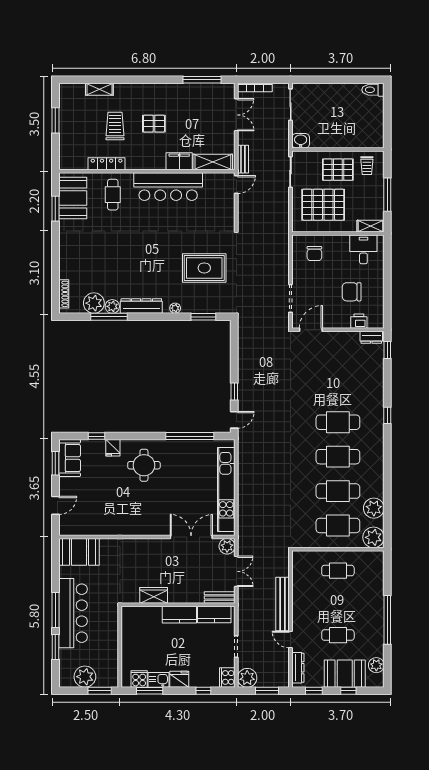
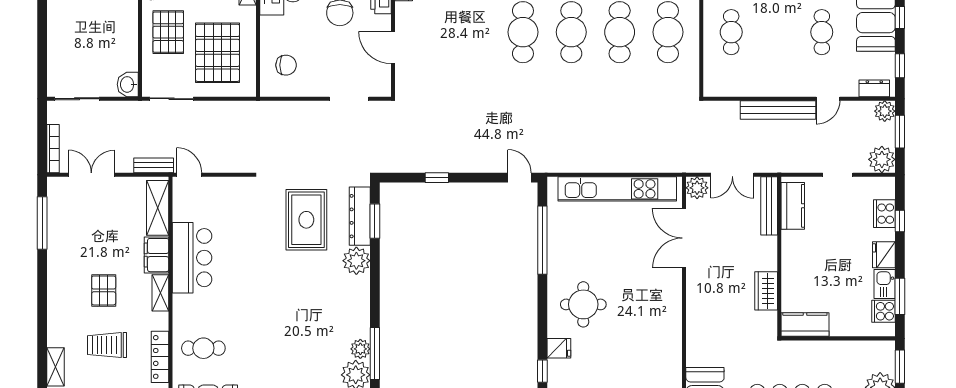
shelving: (152, 164) -> (160, 293), added
bar counter: (168, 187) -> (192, 258), width x0.73
dresser: (141, 306) -> (360, 216), moved
plant: (175, 308) -> (356, 261), width x1.88, depth x1.88
door: (311, 330) -> (393, 48), moved
window: (234, 391) -> (437, 178), moved
double door: (236, 571) -> (732, 175), swing flipped
bench: (220, 598) -> (769, 206), width x1.36
kitchen counter: (179, 615) -> (805, 325), moved, turned -90
dresser: (298, 668) -> (874, 88), width x0.70
cooker: (227, 677) -> (884, 214), moved, turned 90
plant: (282, 680) -> (885, 111), added

